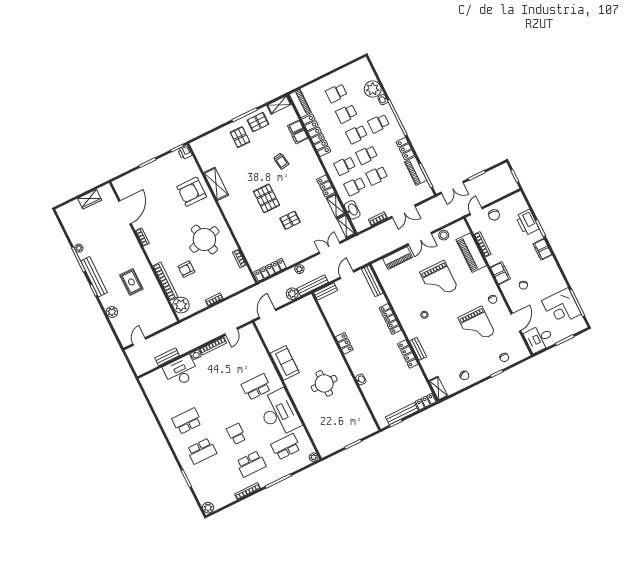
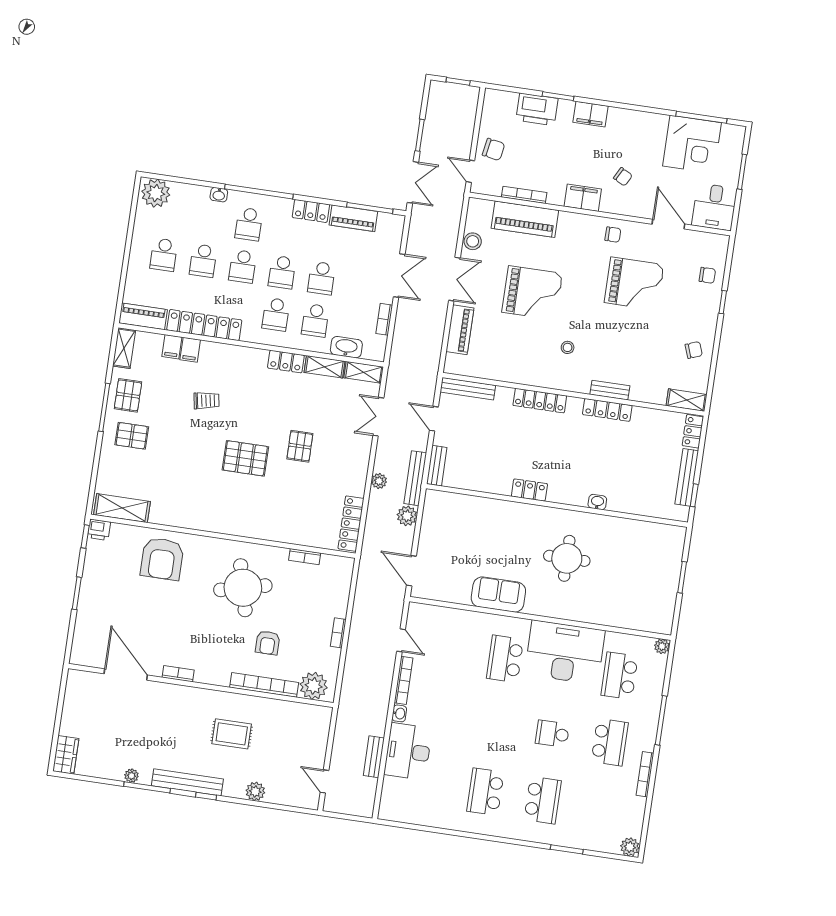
plant: (373, 89) -> (156, 193), moved
shelving: (216, 184) -> (122, 508), moved
wardrobe: (90, 199) -> (66, 755), moved

